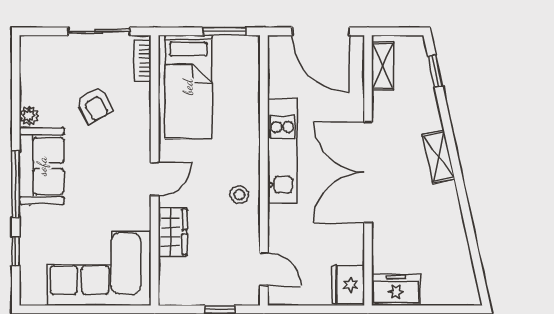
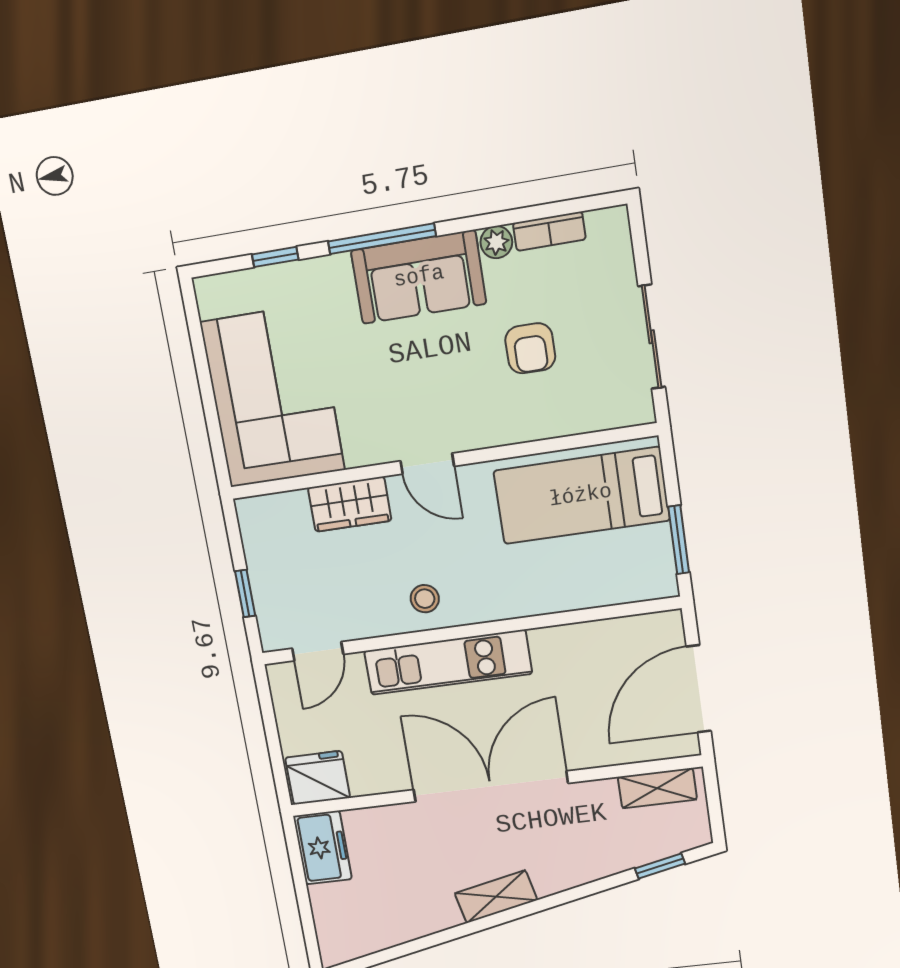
bookcase: (143, 61) -> (549, 231), moved, turned 180
armchair: (94, 105) -> (530, 348), turned -62
kitchen unit: (282, 151) -> (448, 662), moved
shelving: (438, 157) -> (496, 897), moved

